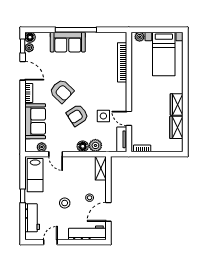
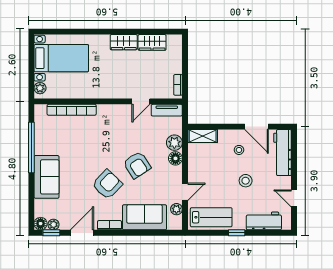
window: (76, 30) -> (31, 148), moved
side table: (103, 116) -> (138, 133), removed

